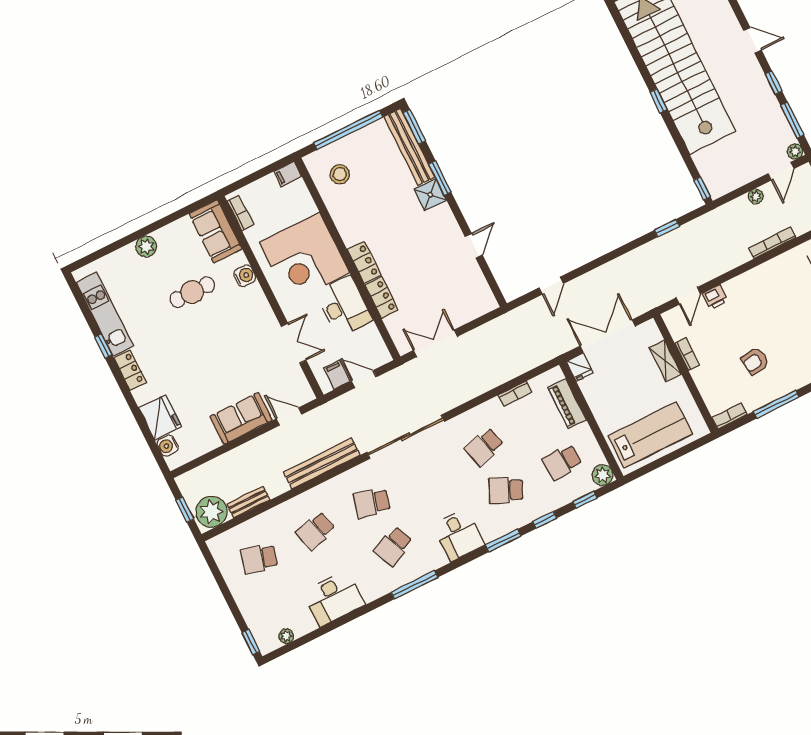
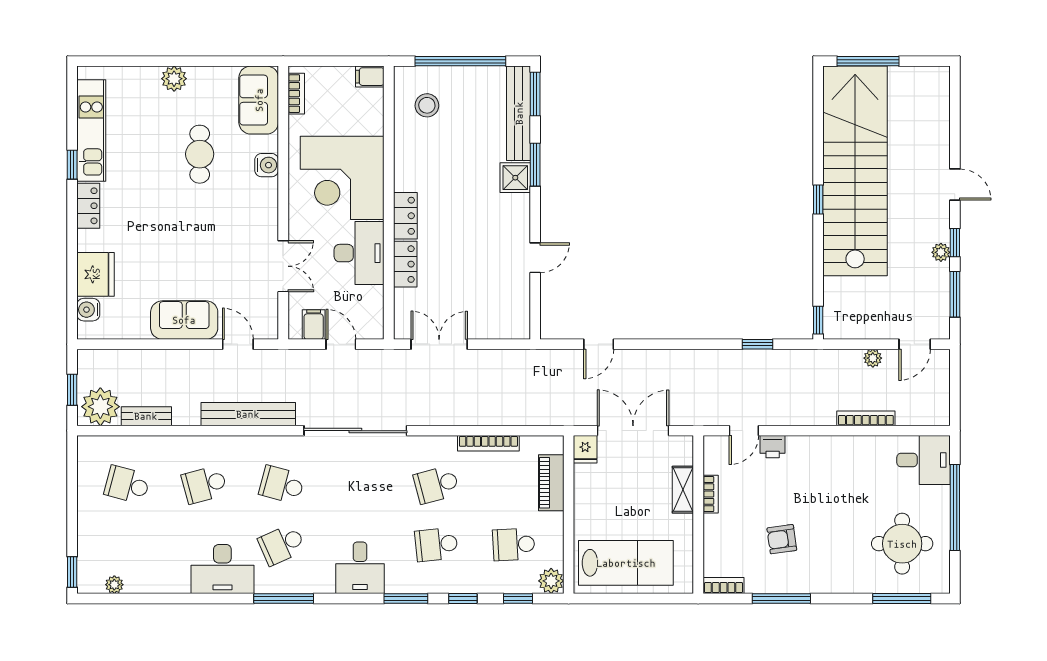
plant: (795, 151) -> (941, 252), moved
cafe table: (192, 292) -> (200, 154), turned 90
bookcase: (515, 394) -> (488, 443), width x1.56
school desk: (506, 490) -> (436, 544), turned -30
desk: (334, 598) -> (222, 569), moved

